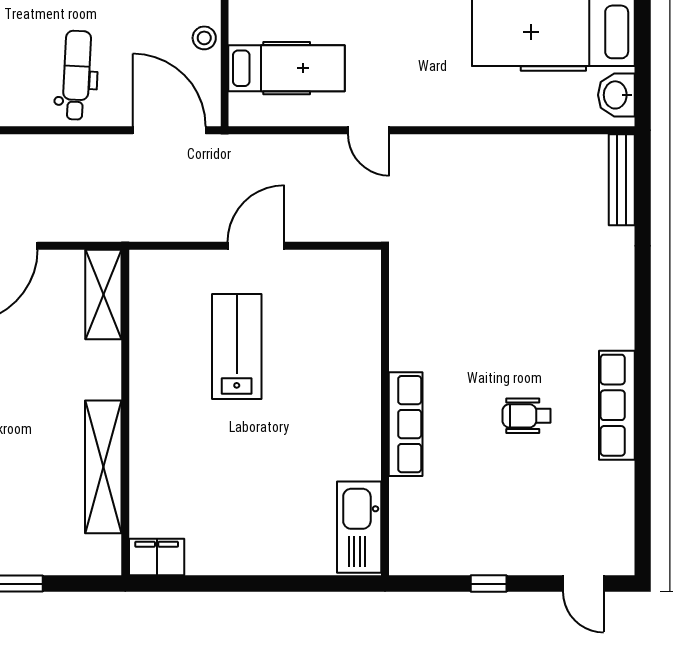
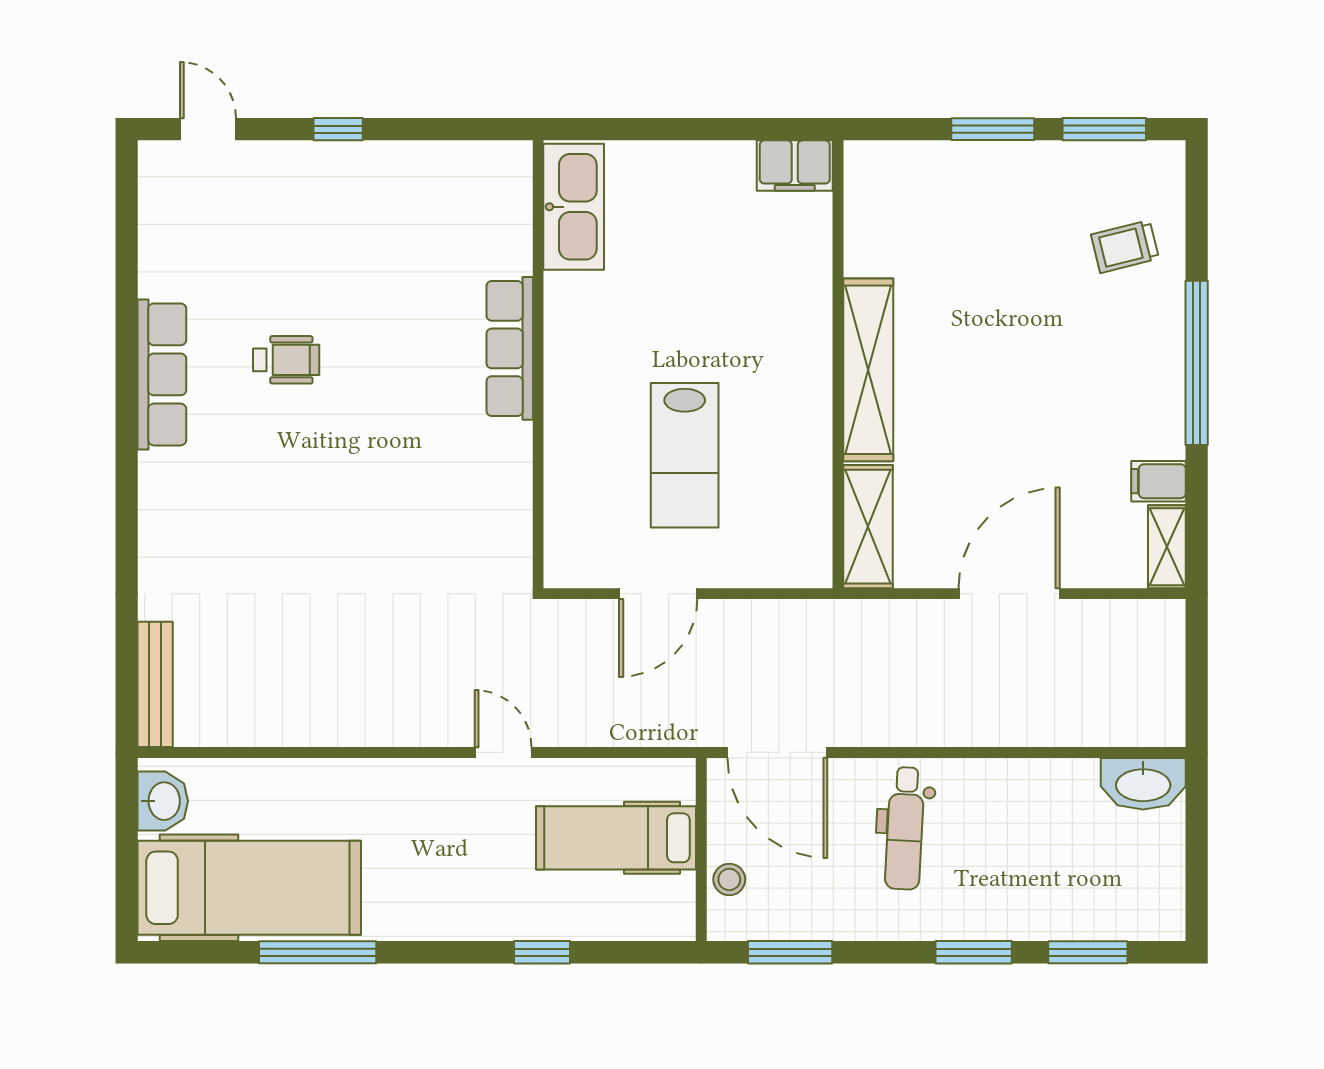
wall: (385, 413) -> (538, 364), moved
row of seats: (406, 424) -> (510, 348), moved
shelving: (103, 467) -> (868, 370), moved
kitchen sink: (359, 527) -> (574, 207), moved

